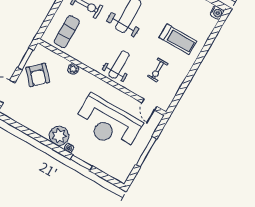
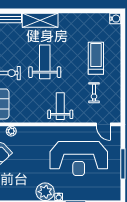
treadmill: (178, 39) -> (96, 58), turned -90
plant: (73, 69) -> (11, 131), moved

